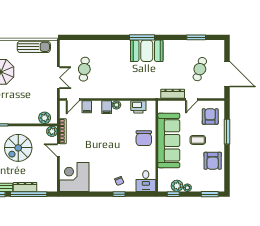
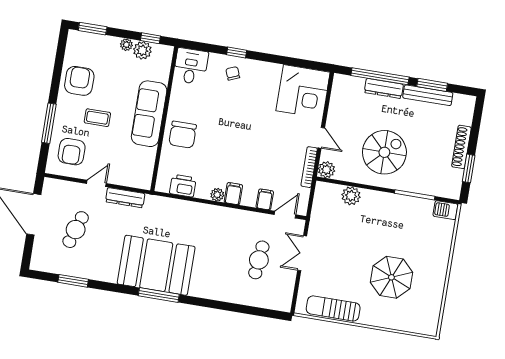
booth: (147, 51) -> (156, 265), width x1.36, depth x1.42
plant: (45, 118) -> (351, 196), moved
chair: (144, 138) -> (183, 135), turned 180
sofa: (169, 140) -> (149, 114), width x0.74, depth x0.79

